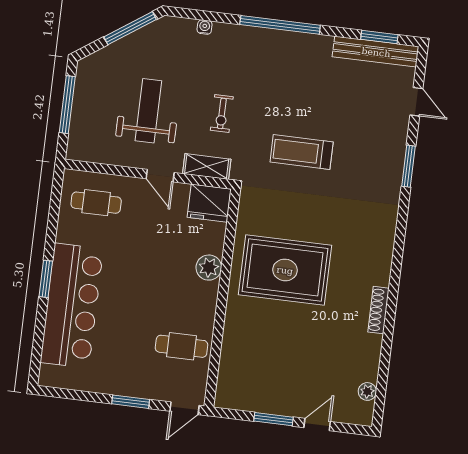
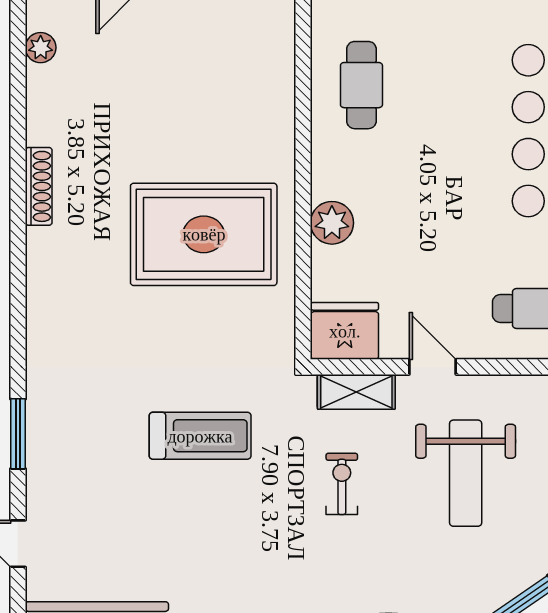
cafe table: (182, 346) -> (361, 85), turned 90

